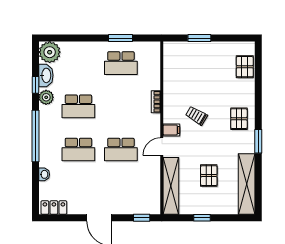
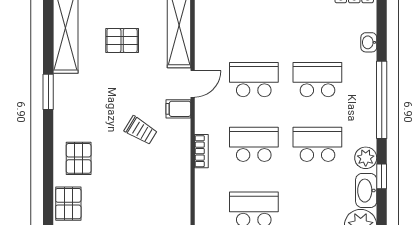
school desk: (121, 106) -> (254, 144), added
pallet: (239, 119) -> (79, 158), moved
pallet: (209, 176) -> (122, 41), turned 90

